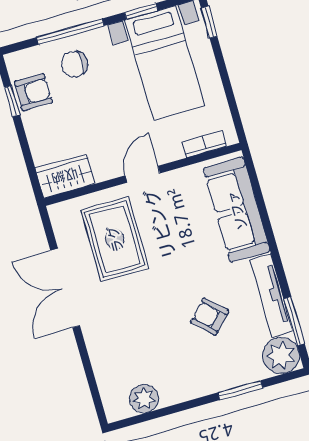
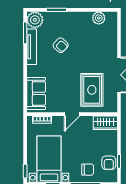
armchair: (33, 92) -> (109, 163), turned -90
sofa: (237, 210) -> (36, 93), width x0.73

